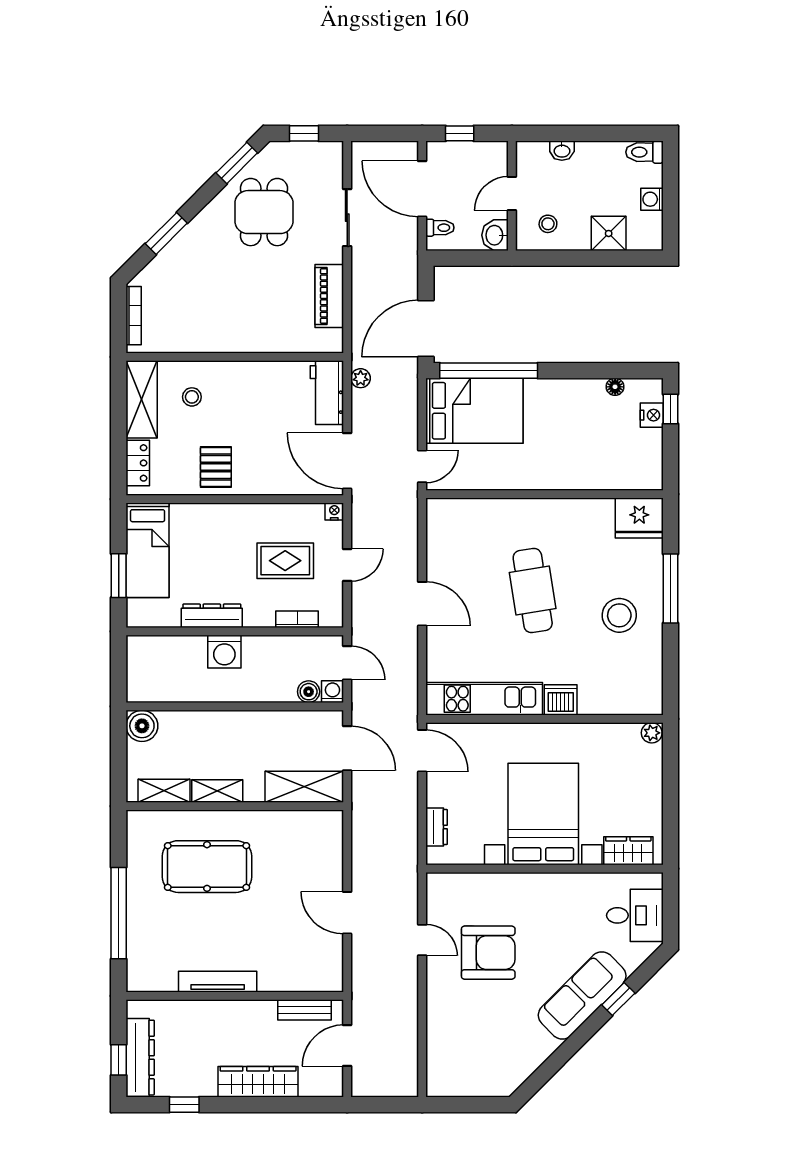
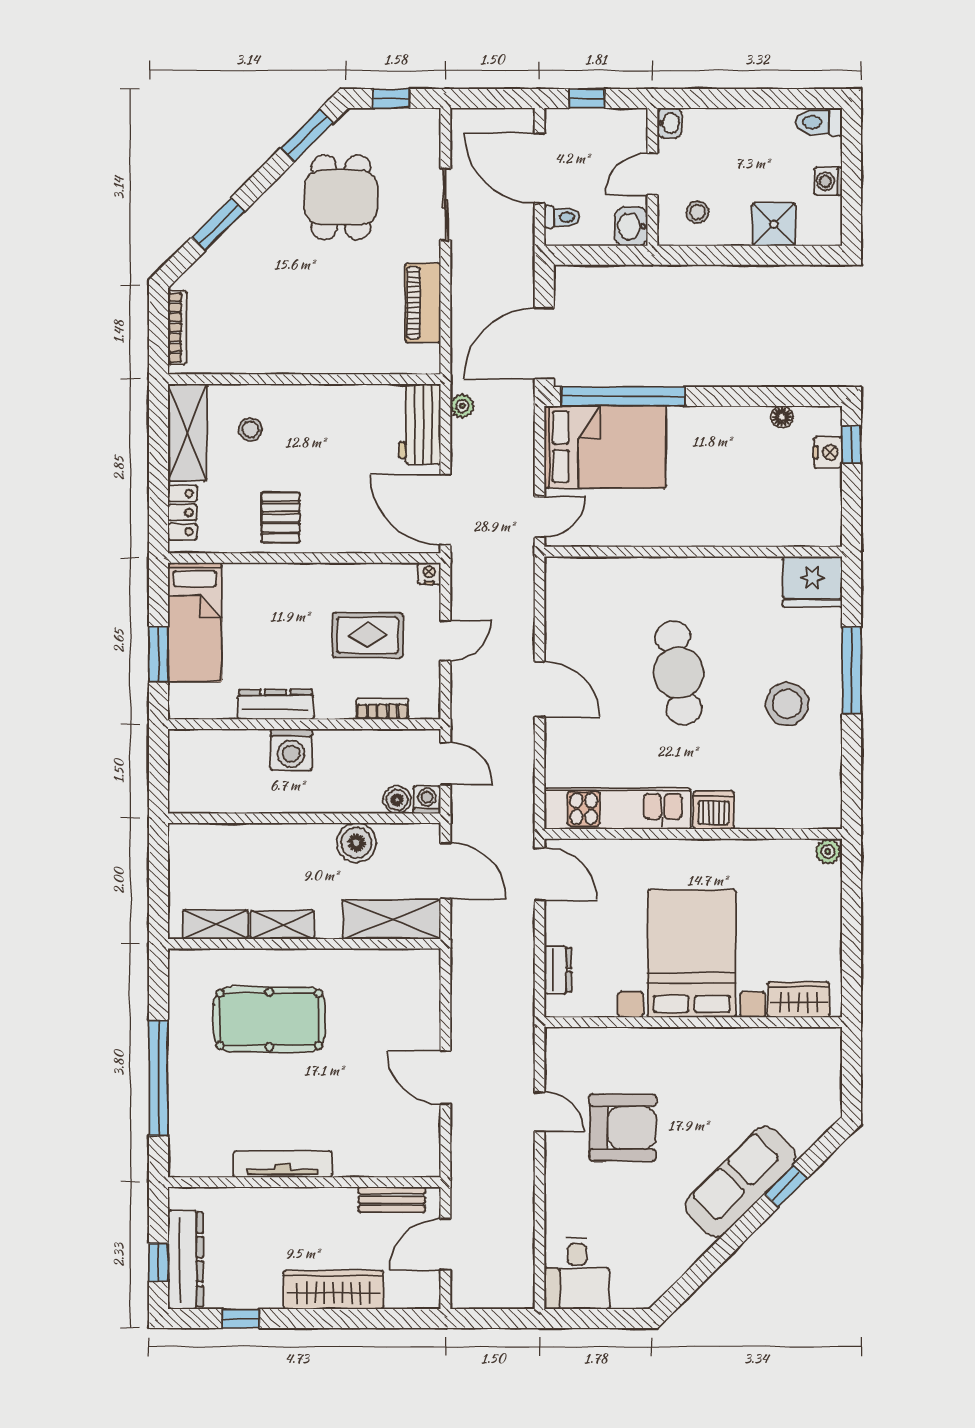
washbasin: (562, 151) -> (669, 123), moved, turned -90
boiler: (142, 726) -> (356, 843), moved
desk: (635, 915) -> (577, 1274), moved, turned 90

